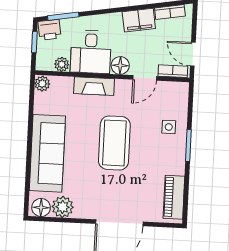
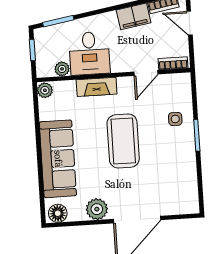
printer: (49, 30) -> (46, 36), removed
door: (193, 54) -> (190, 23), moved
floor lamp: (120, 65) -> (120, 63), removed
piano: (174, 197) -> (188, 188), removed
plant: (63, 207) -> (97, 209), moved

